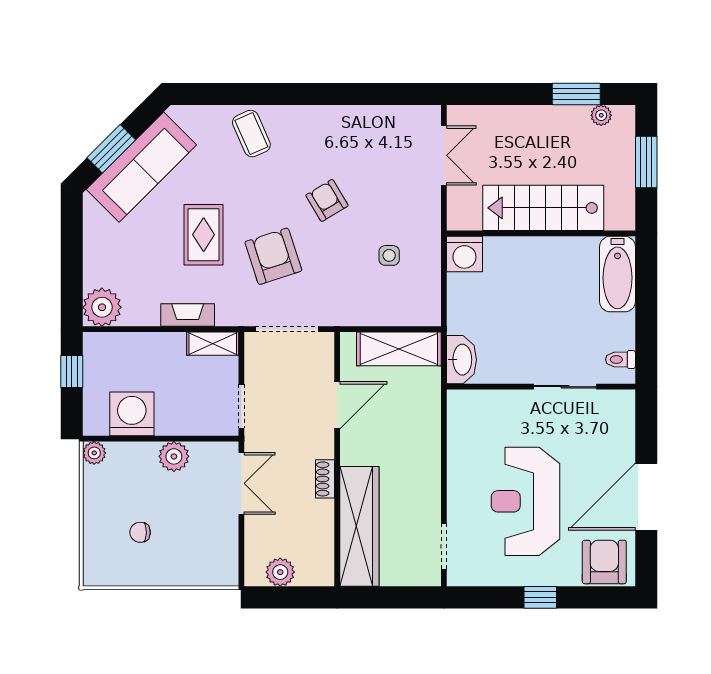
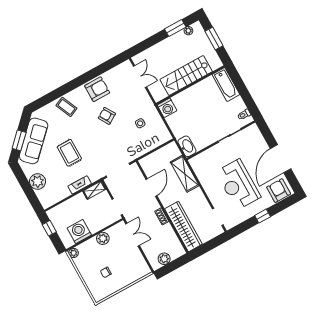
armchair: (273, 256) -> (97, 89), moved, turned 108
plant: (102, 307) -> (38, 182), moved
shelving: (399, 349) -> (185, 174), moved, turned 90

